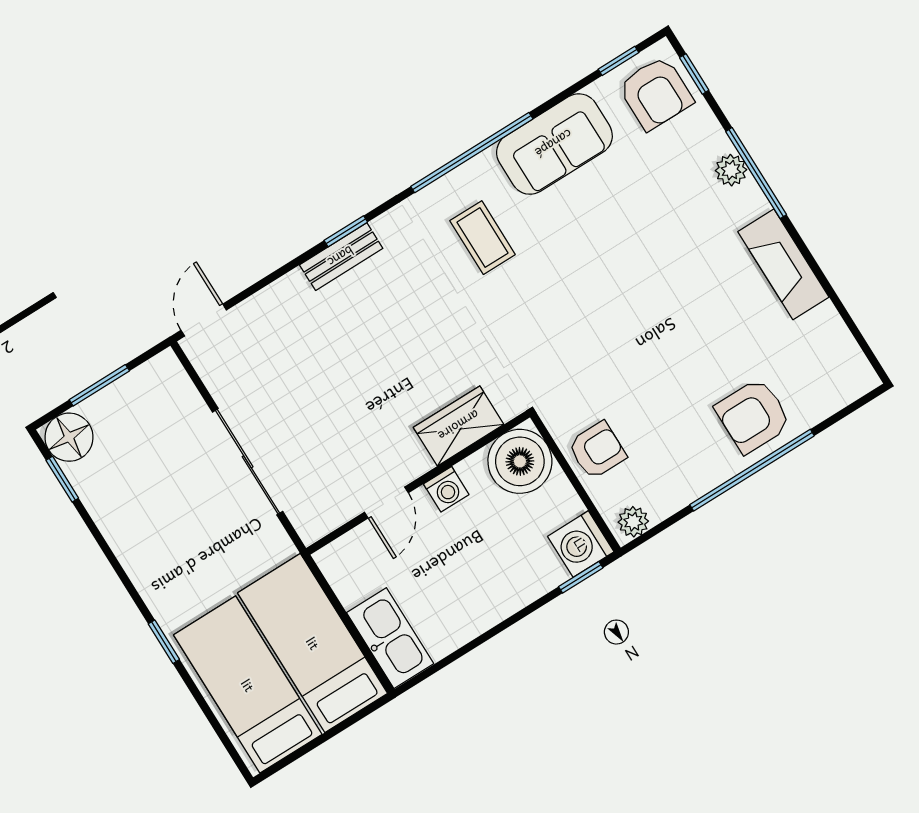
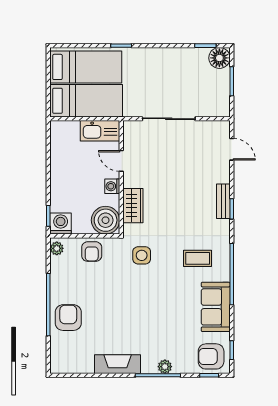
door: (204, 320) -> (232, 149), moved
side table: (544, 349) -> (142, 255), added
kitchen sink: (390, 638) -> (100, 131), moved

